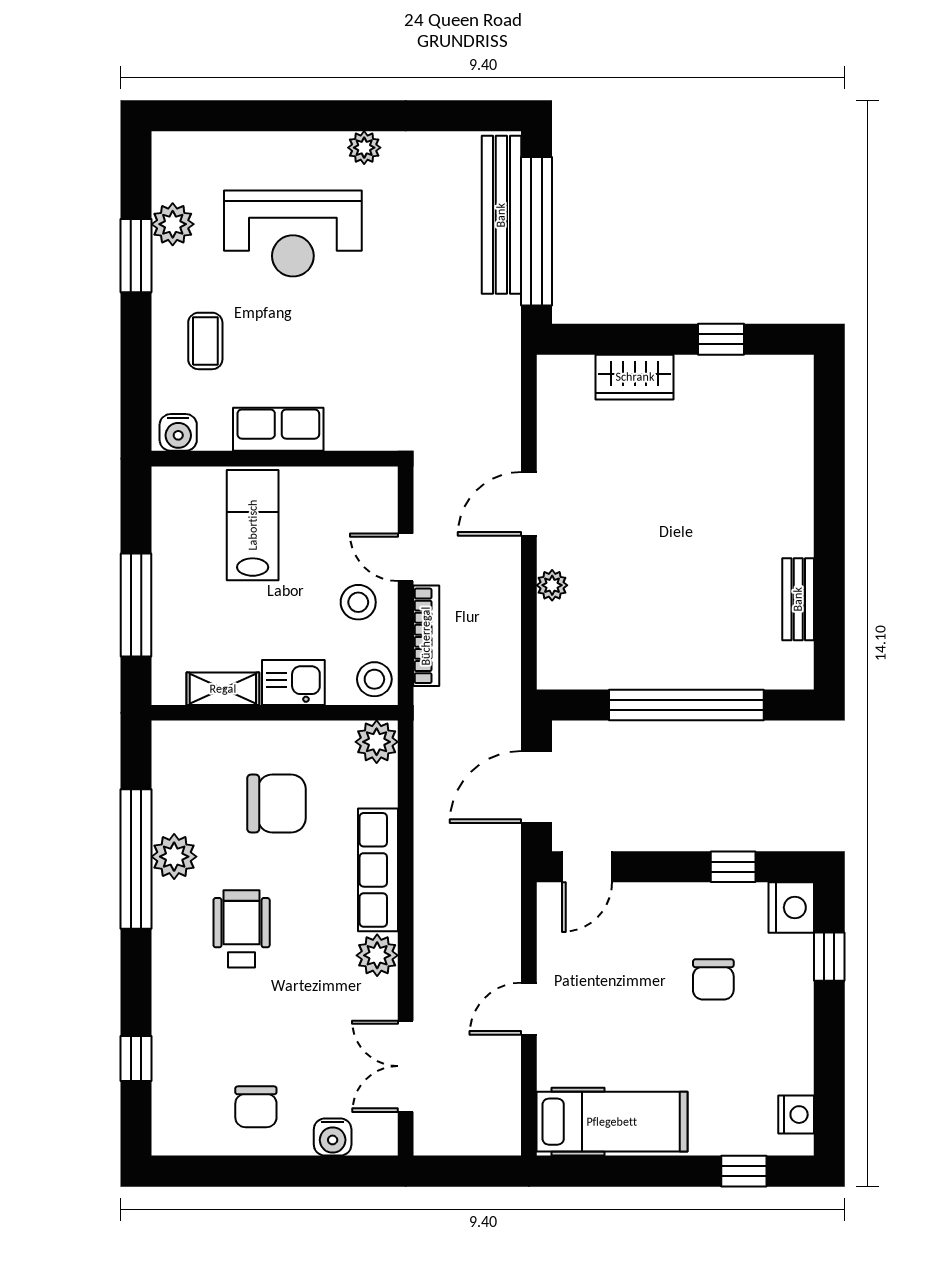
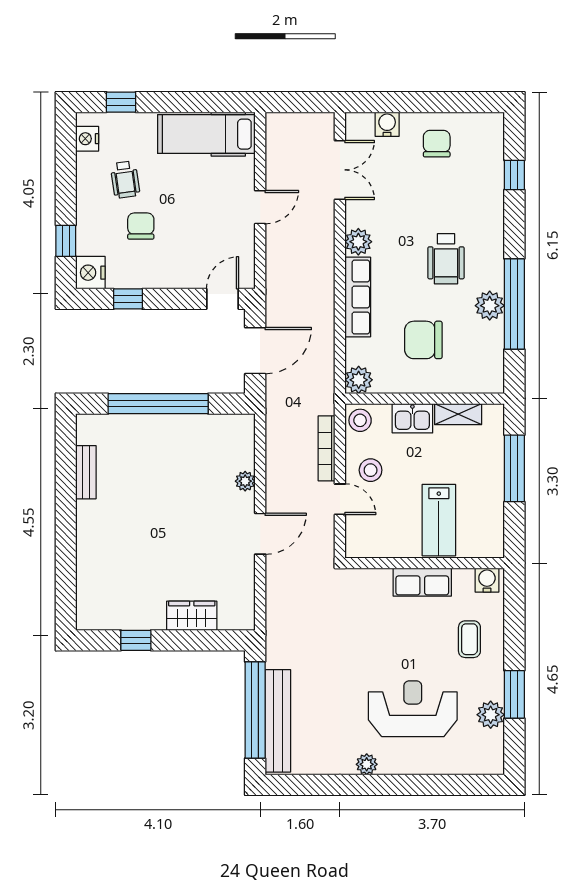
wheelchair: (738, 1051) -> (125, 180), added

